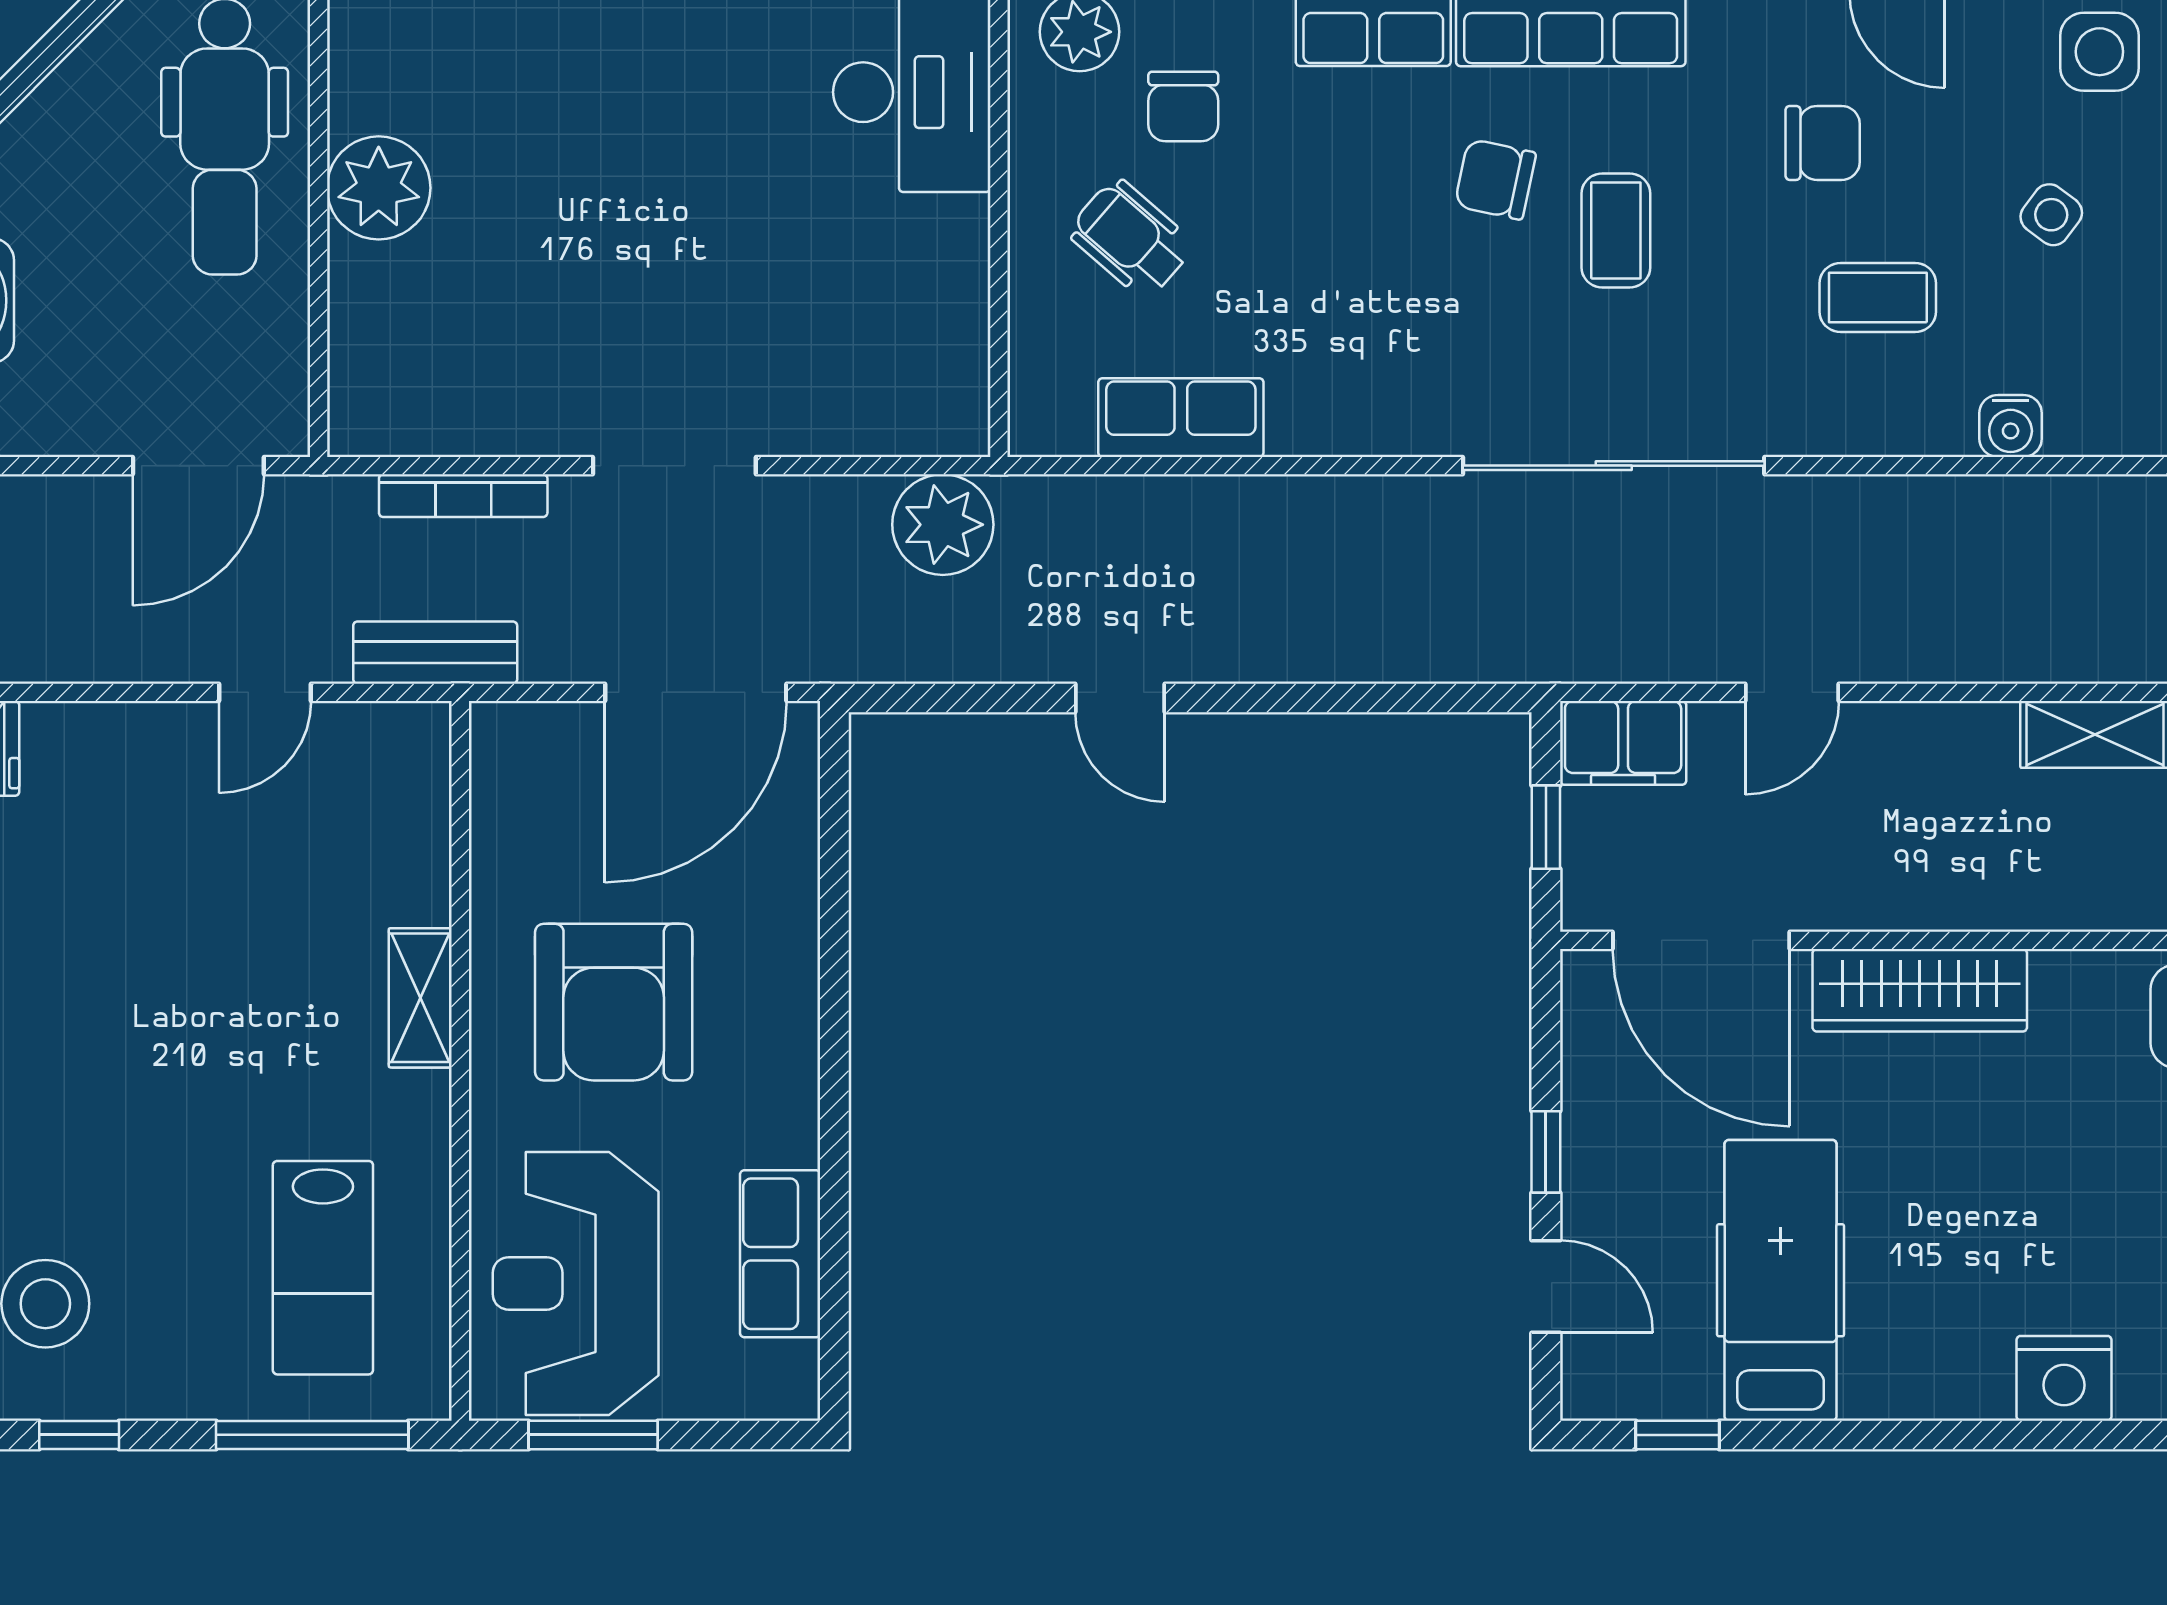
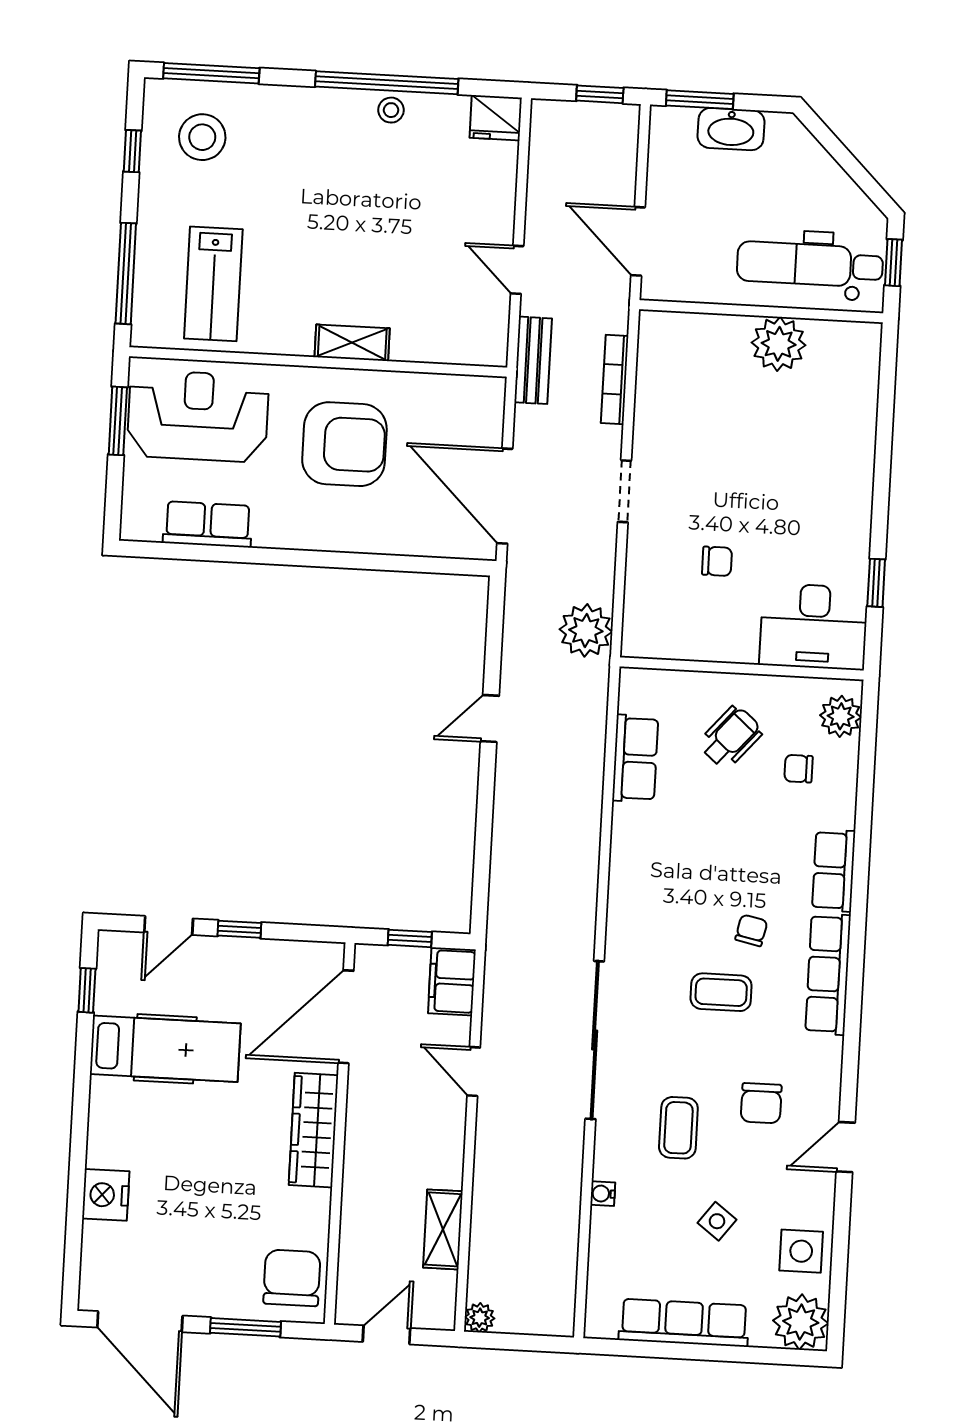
chair: (1183, 106) -> (799, 769), width x0.73, depth x0.73
chair: (1495, 179) -> (751, 930), width x0.73, depth x0.73
chair: (798, 283) -> (717, 561), added
water cooler: (2011, 426) -> (603, 1194), width x0.72, depth x0.72
doorway: (674, 466) -> (624, 491), width x0.73
sliding door: (1614, 466) -> (595, 1040), moved
armchair: (614, 1002) -> (344, 444), turned 180
lab bench: (323, 1268) -> (213, 284), turned -90

